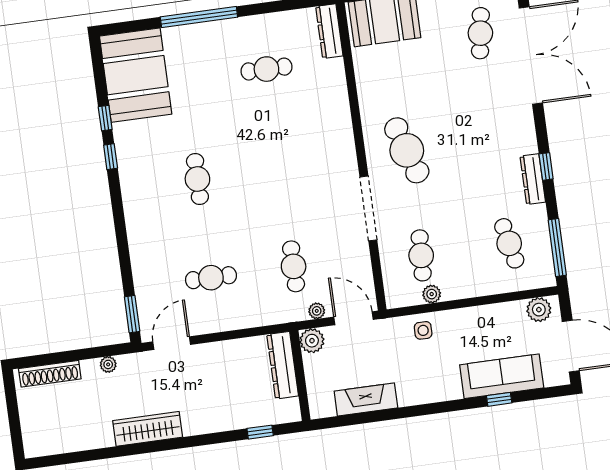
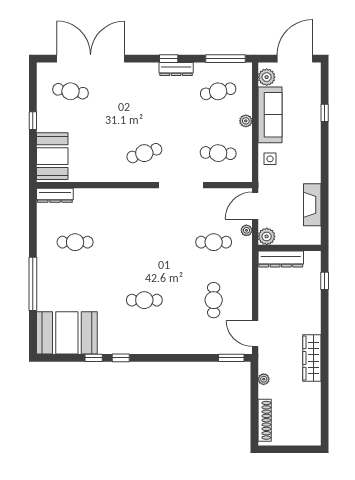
cafe table: (266, 69) -> (75, 242), turned 90
cafe table: (407, 150) -> (144, 153), width x0.73, depth x0.74
plant: (432, 294) -> (246, 121), moved
sofa: (502, 376) -> (270, 115), moved, turned 180

